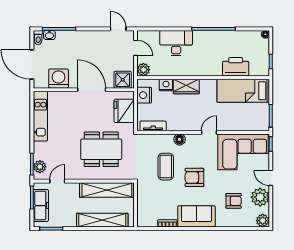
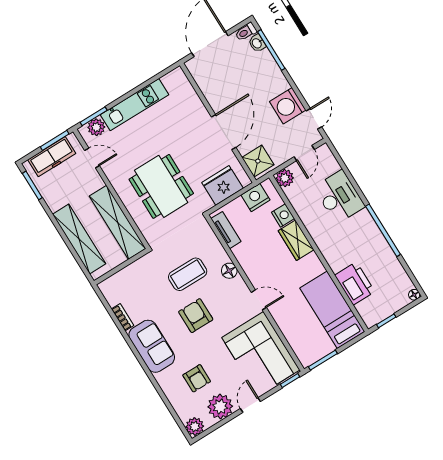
washing machine: (59, 79) -> (288, 106), moved, turned 180
kitchen unit: (40, 116) -> (135, 105), moved

